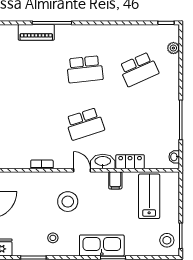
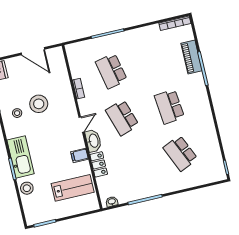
plant: (173, 48) -> (206, 179), removed
school desk: (31, 124) -> (111, 71), added
stool: (68, 202) -> (39, 104), moved
stool: (167, 240) -> (27, 188), moved

